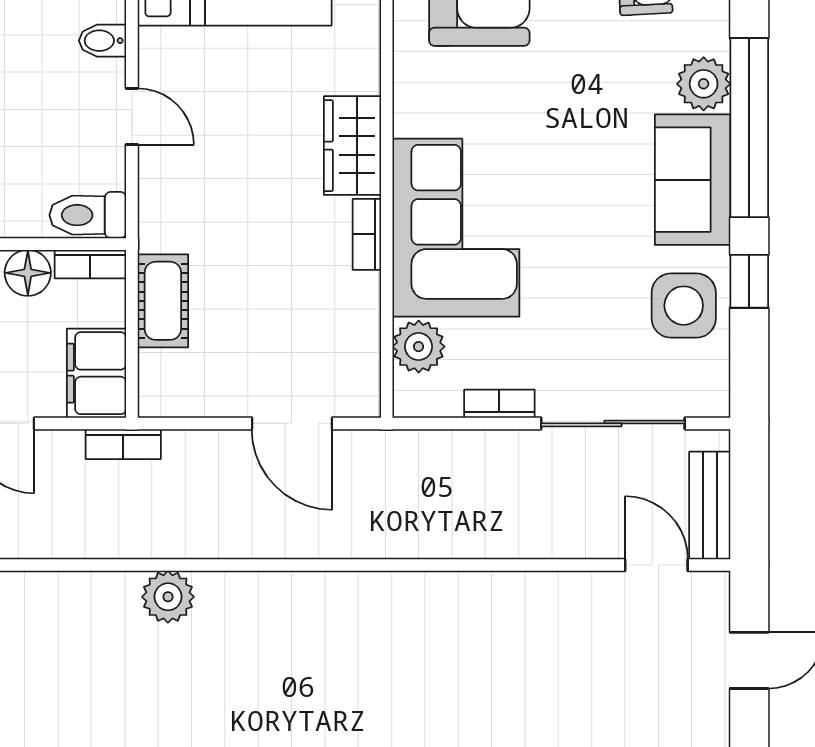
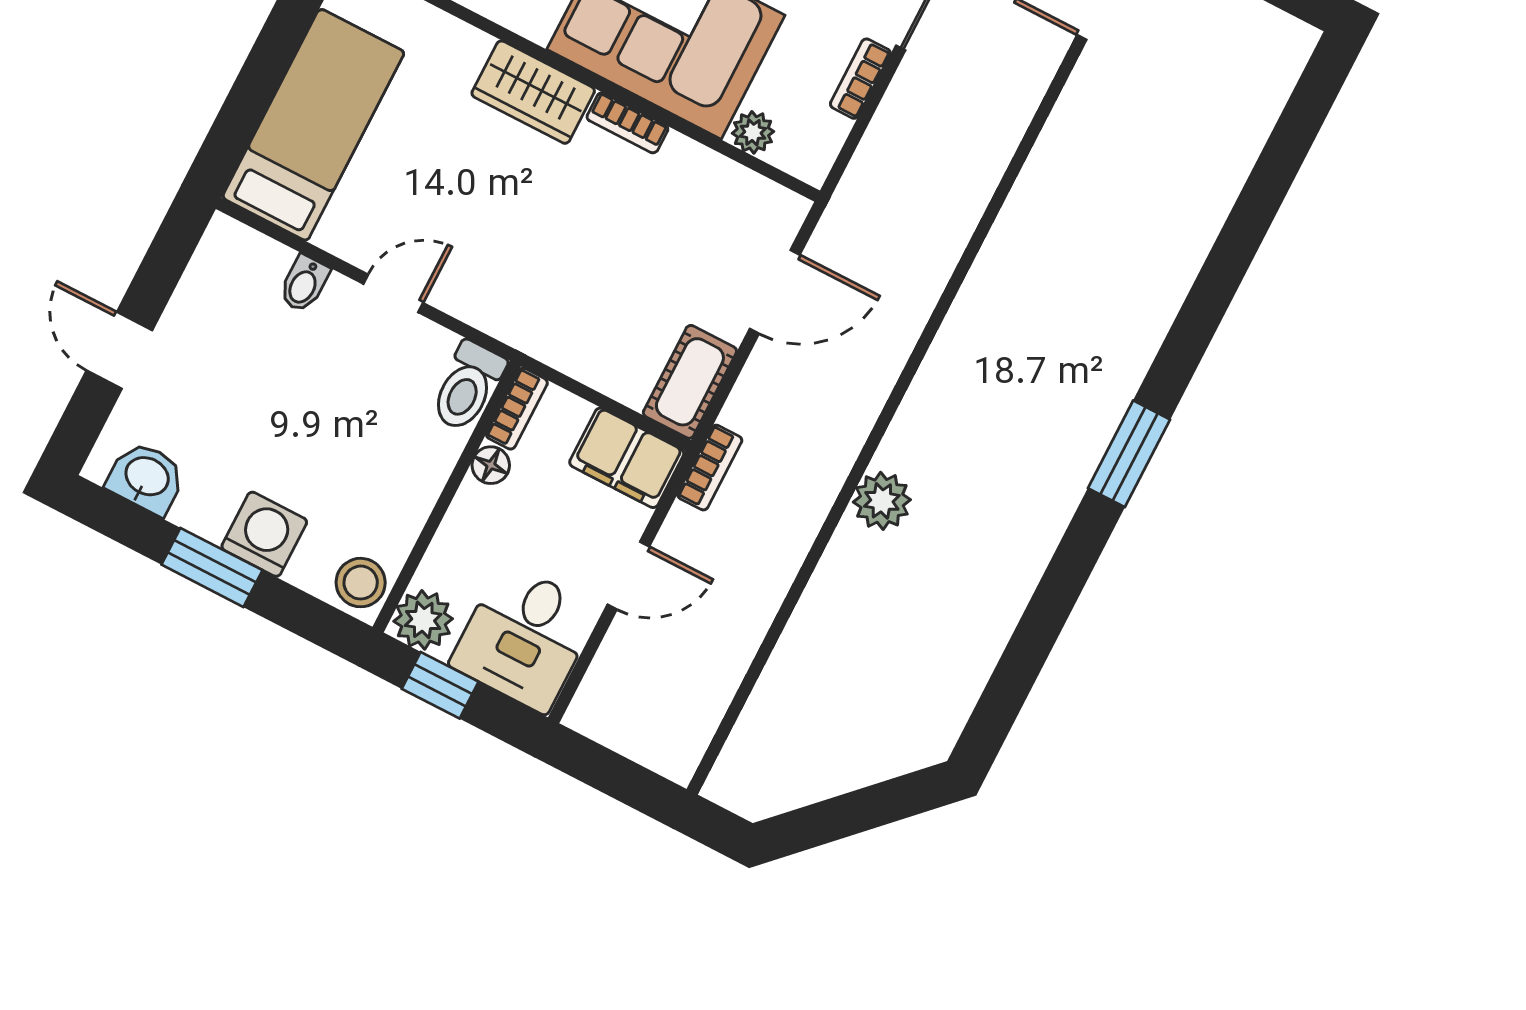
floor lamp: (28, 273) -> (491, 465), width x0.73, depth x0.73
cot: (163, 301) -> (690, 382), moved, turned 90
plant: (419, 347) -> (753, 132), width x0.73, depth x0.73

